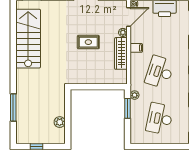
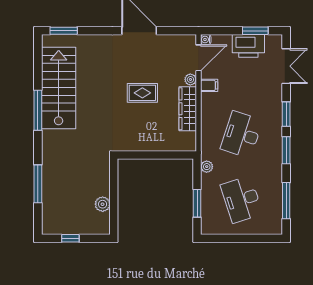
filing cabinet: (136, 48) -> (209, 85), moved
window: (13, 55) -> (38, 110), added
window: (128, 108) -> (197, 203), moved
desk: (160, 119) -> (242, 199), turned -30

